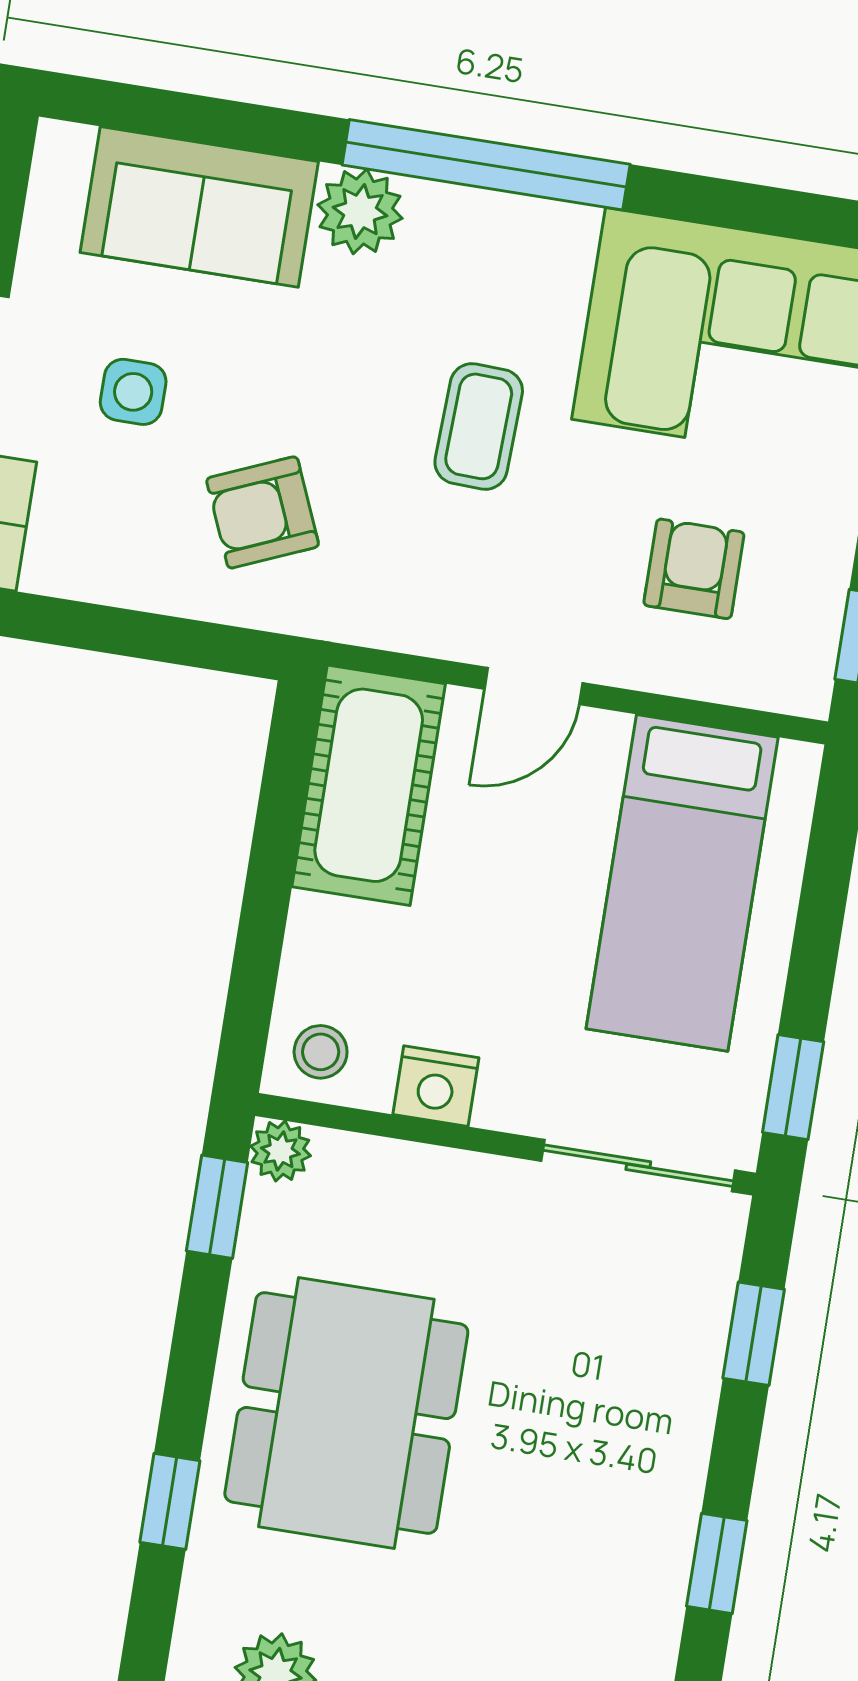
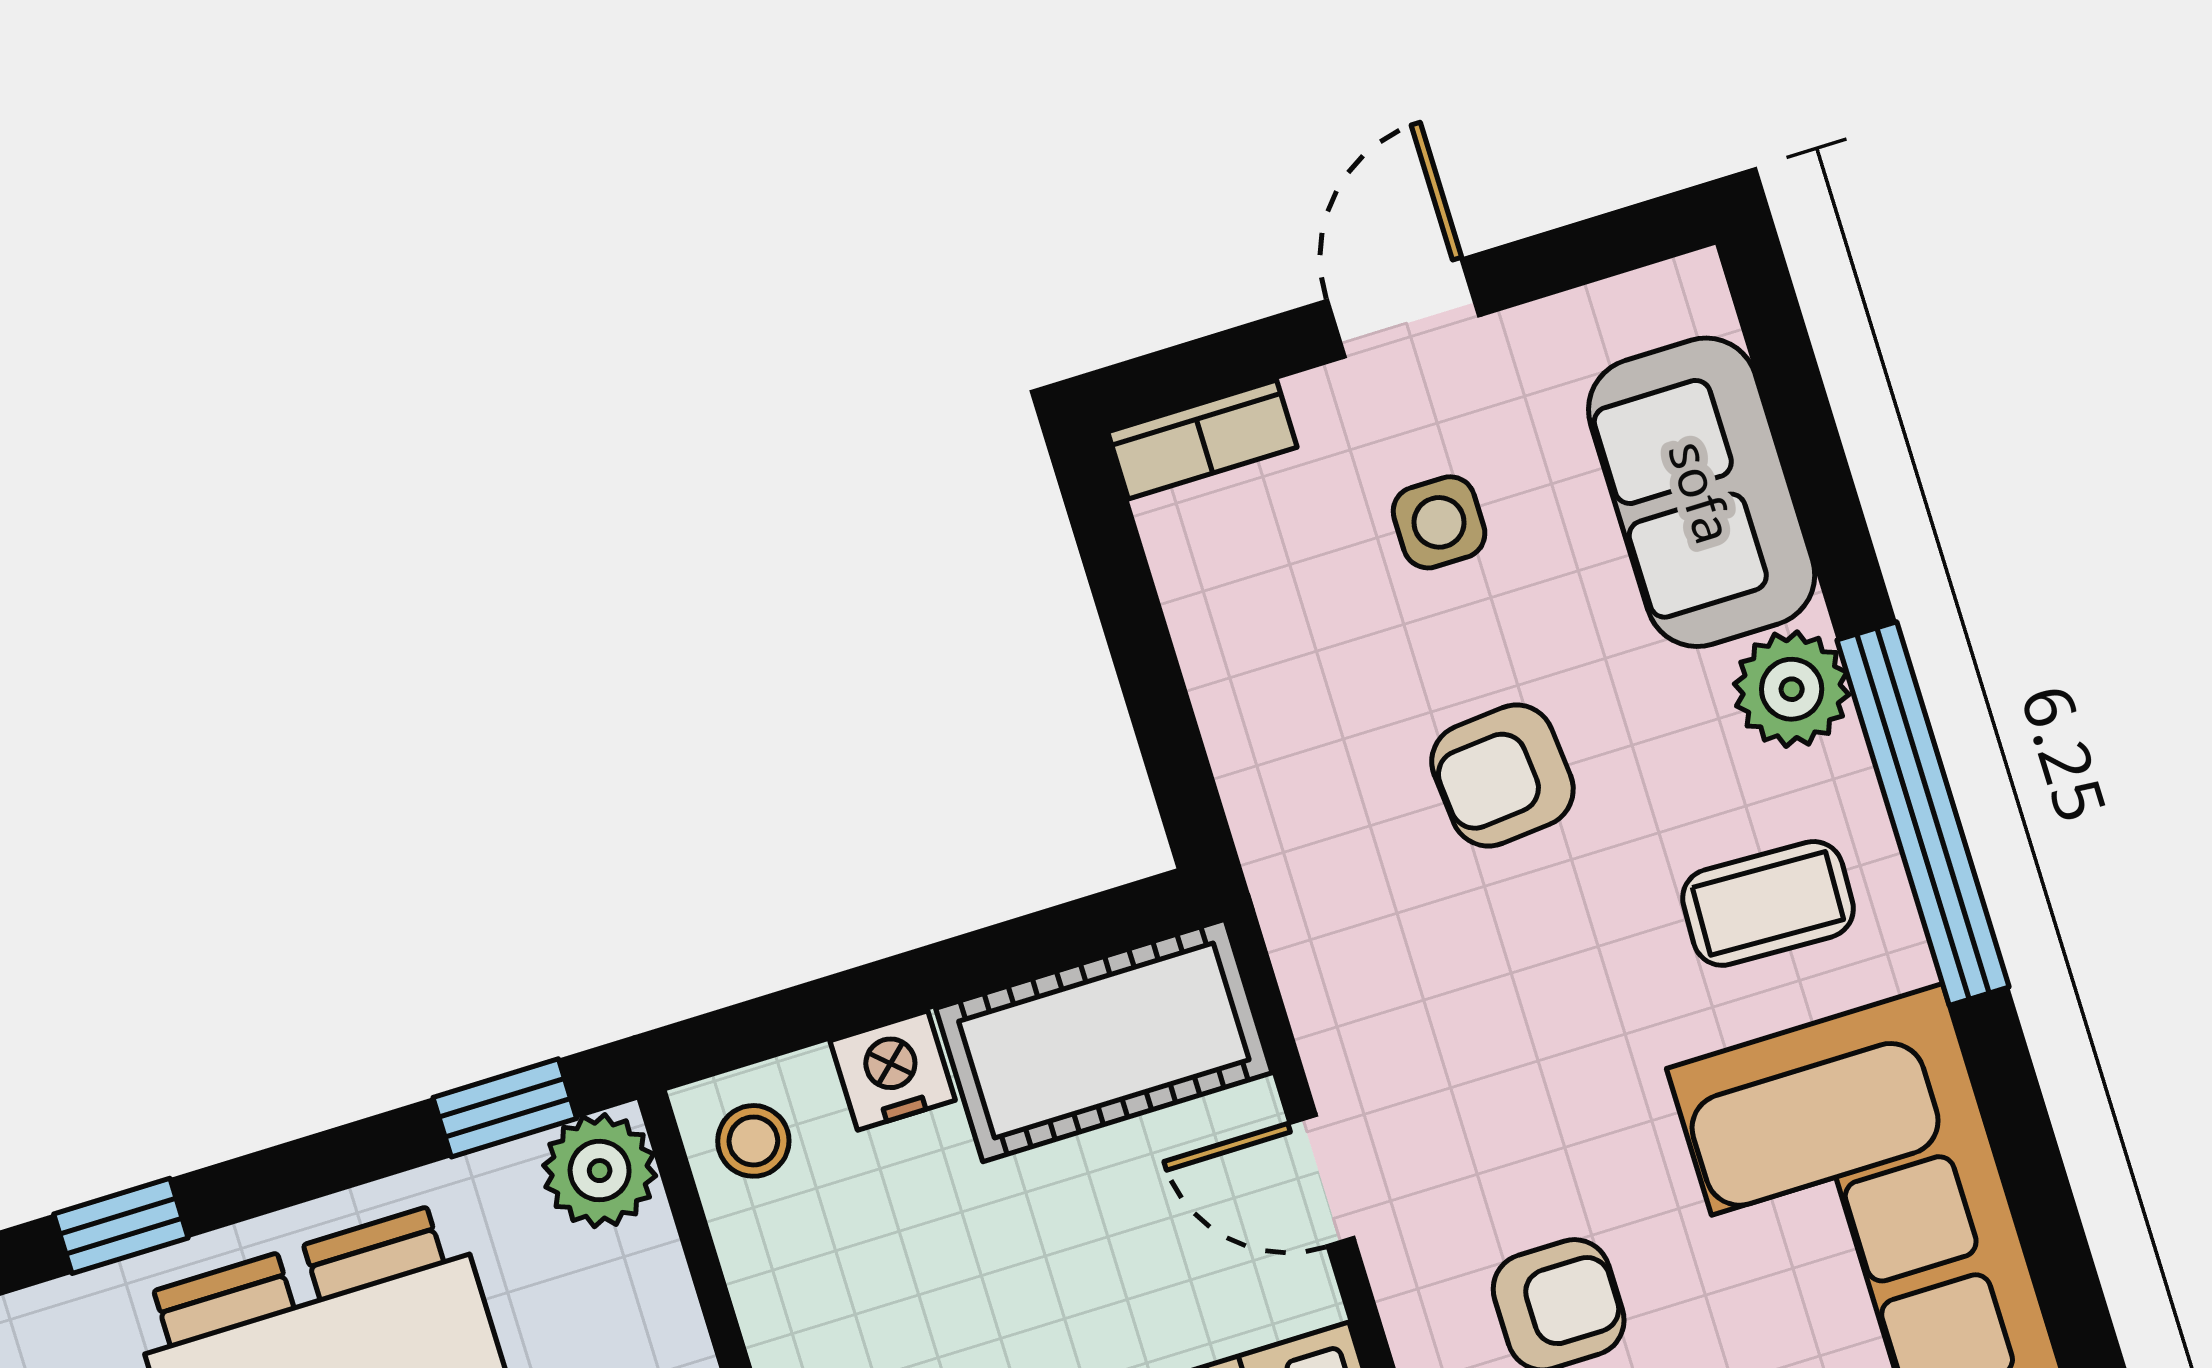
coffee table: (479, 426) -> (1768, 903), moved
armchair: (263, 512) -> (1502, 776), moved, turned -72
nightstand: (436, 1086) -> (893, 1070), moved, turned 90
plant: (280, 1151) -> (600, 1171), width x1.38, depth x1.38

